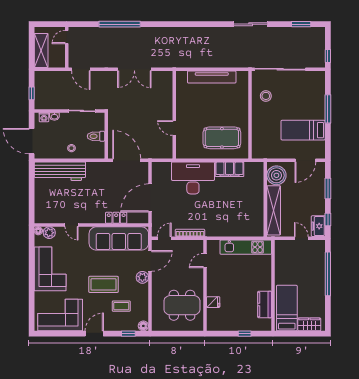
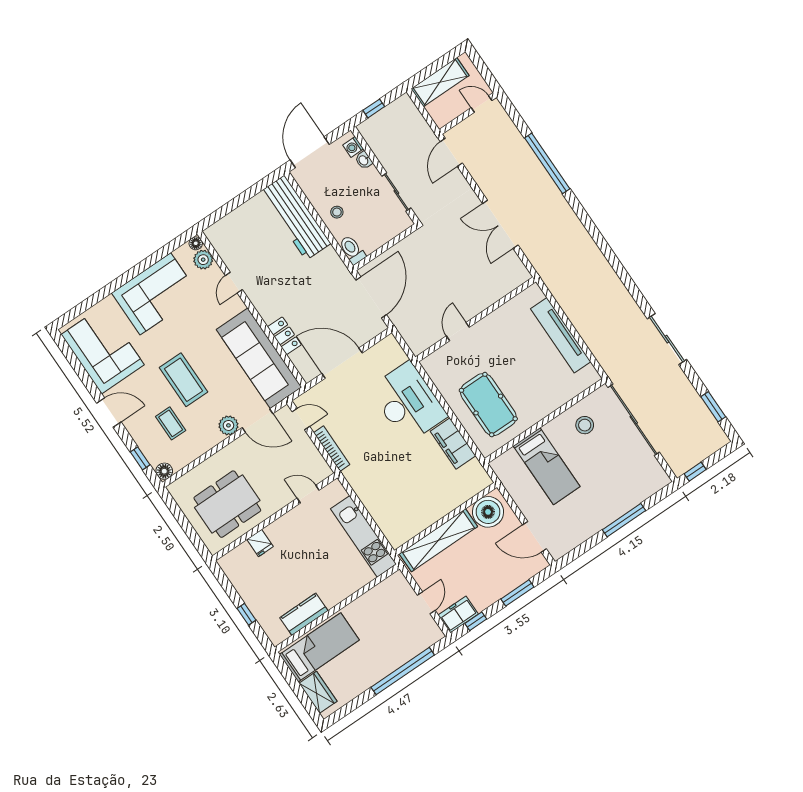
bed: (303, 130) -> (547, 466), moved, turned 180
toilet: (96, 136) -> (352, 250), moved
dining table: (182, 305) -> (227, 504), turned 90

